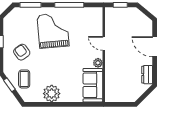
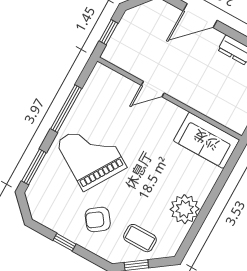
grand piano: (53, 31) -> (91, 155), turned 37
plant: (98, 63) -> (177, 114), removed

